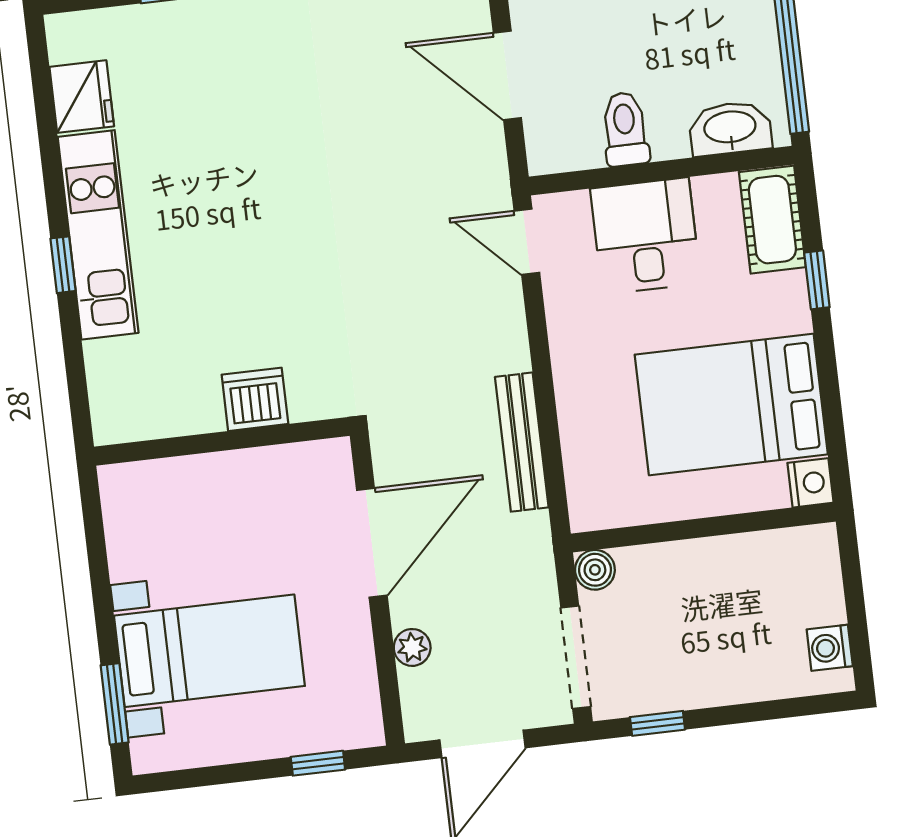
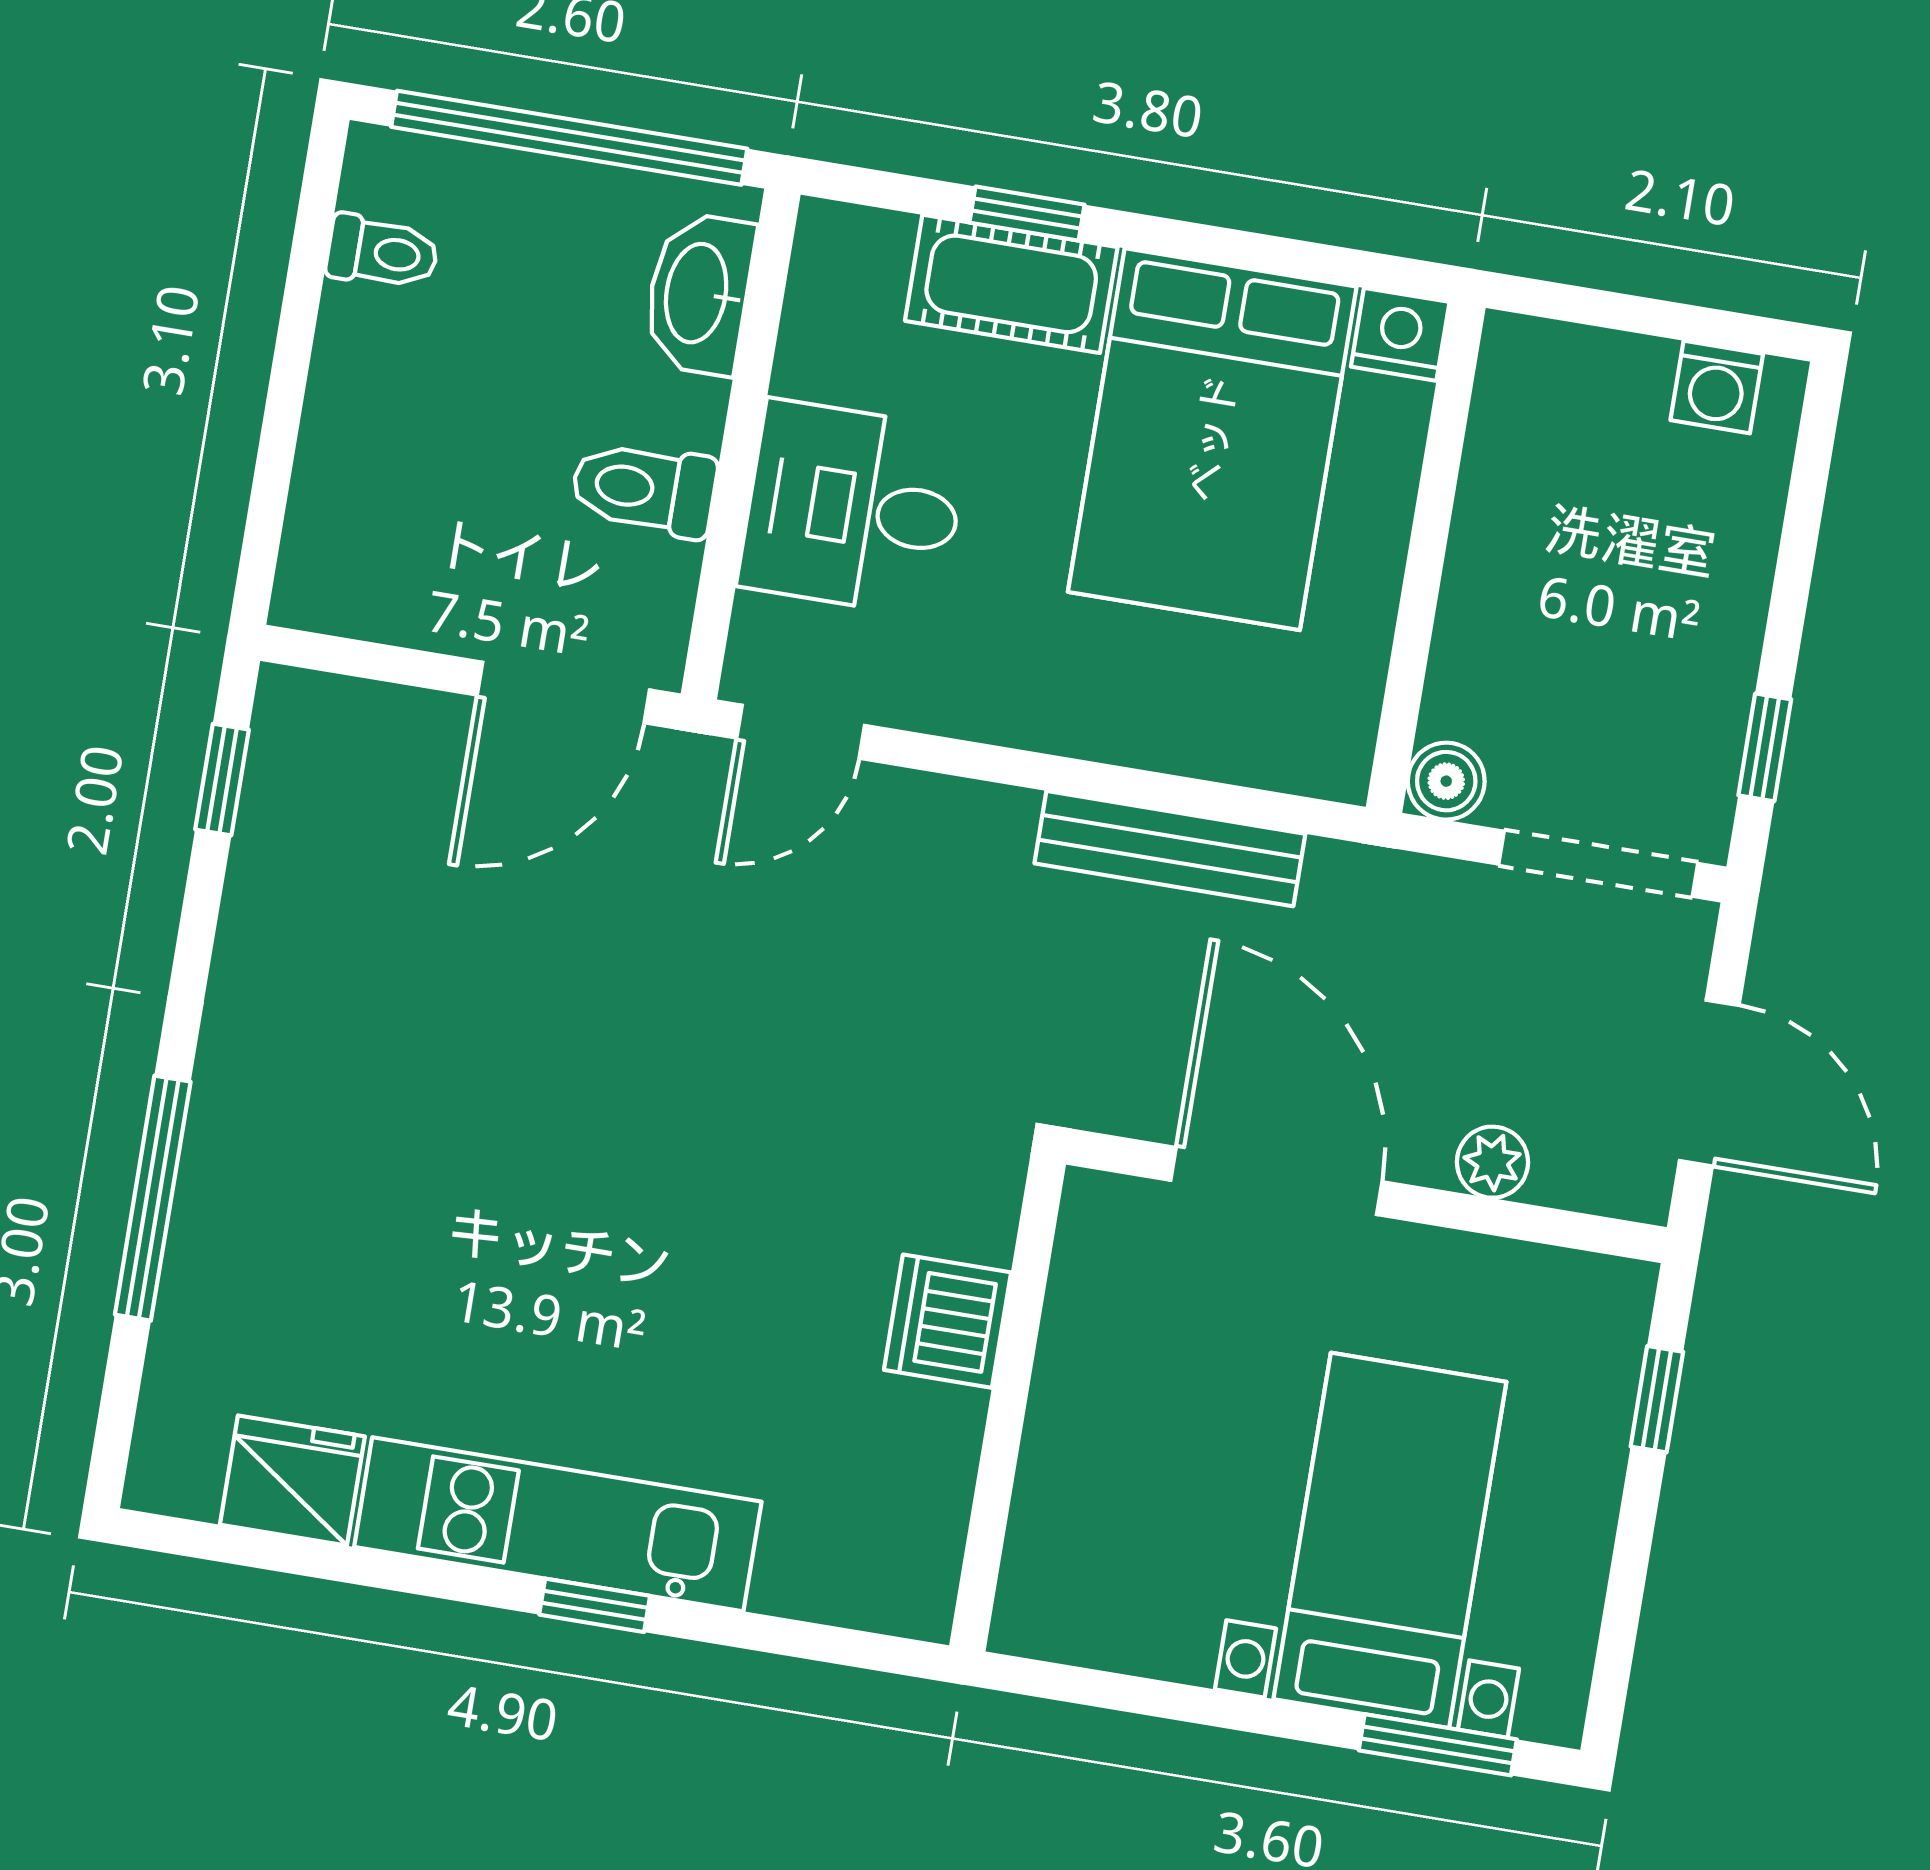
door: (507, 75) -> (563, 692), moved
cot: (772, 220) -> (1011, 284), moved

